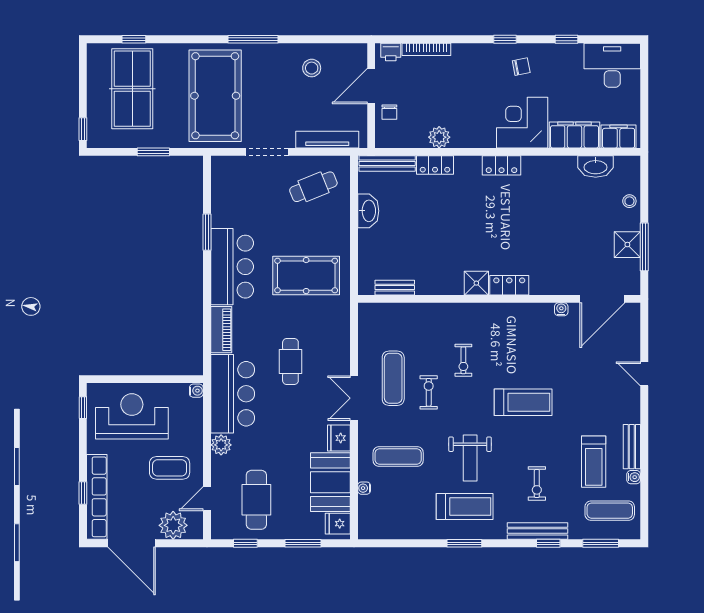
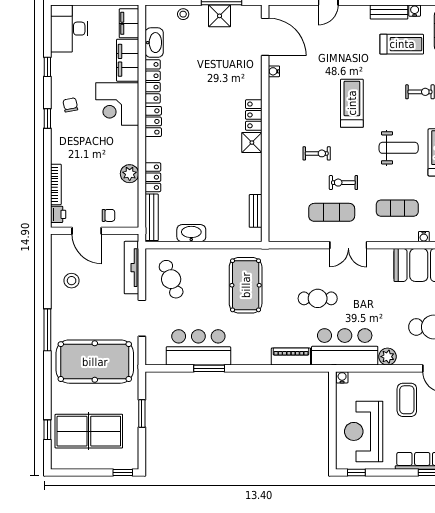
locker: (549, 165) -> (153, 81), added
bar counter: (232, 267) -> (198, 347), moved
fridge: (339, 438) -> (382, 258), removed
exercise mat: (398, 456) -> (397, 208), turned 90

